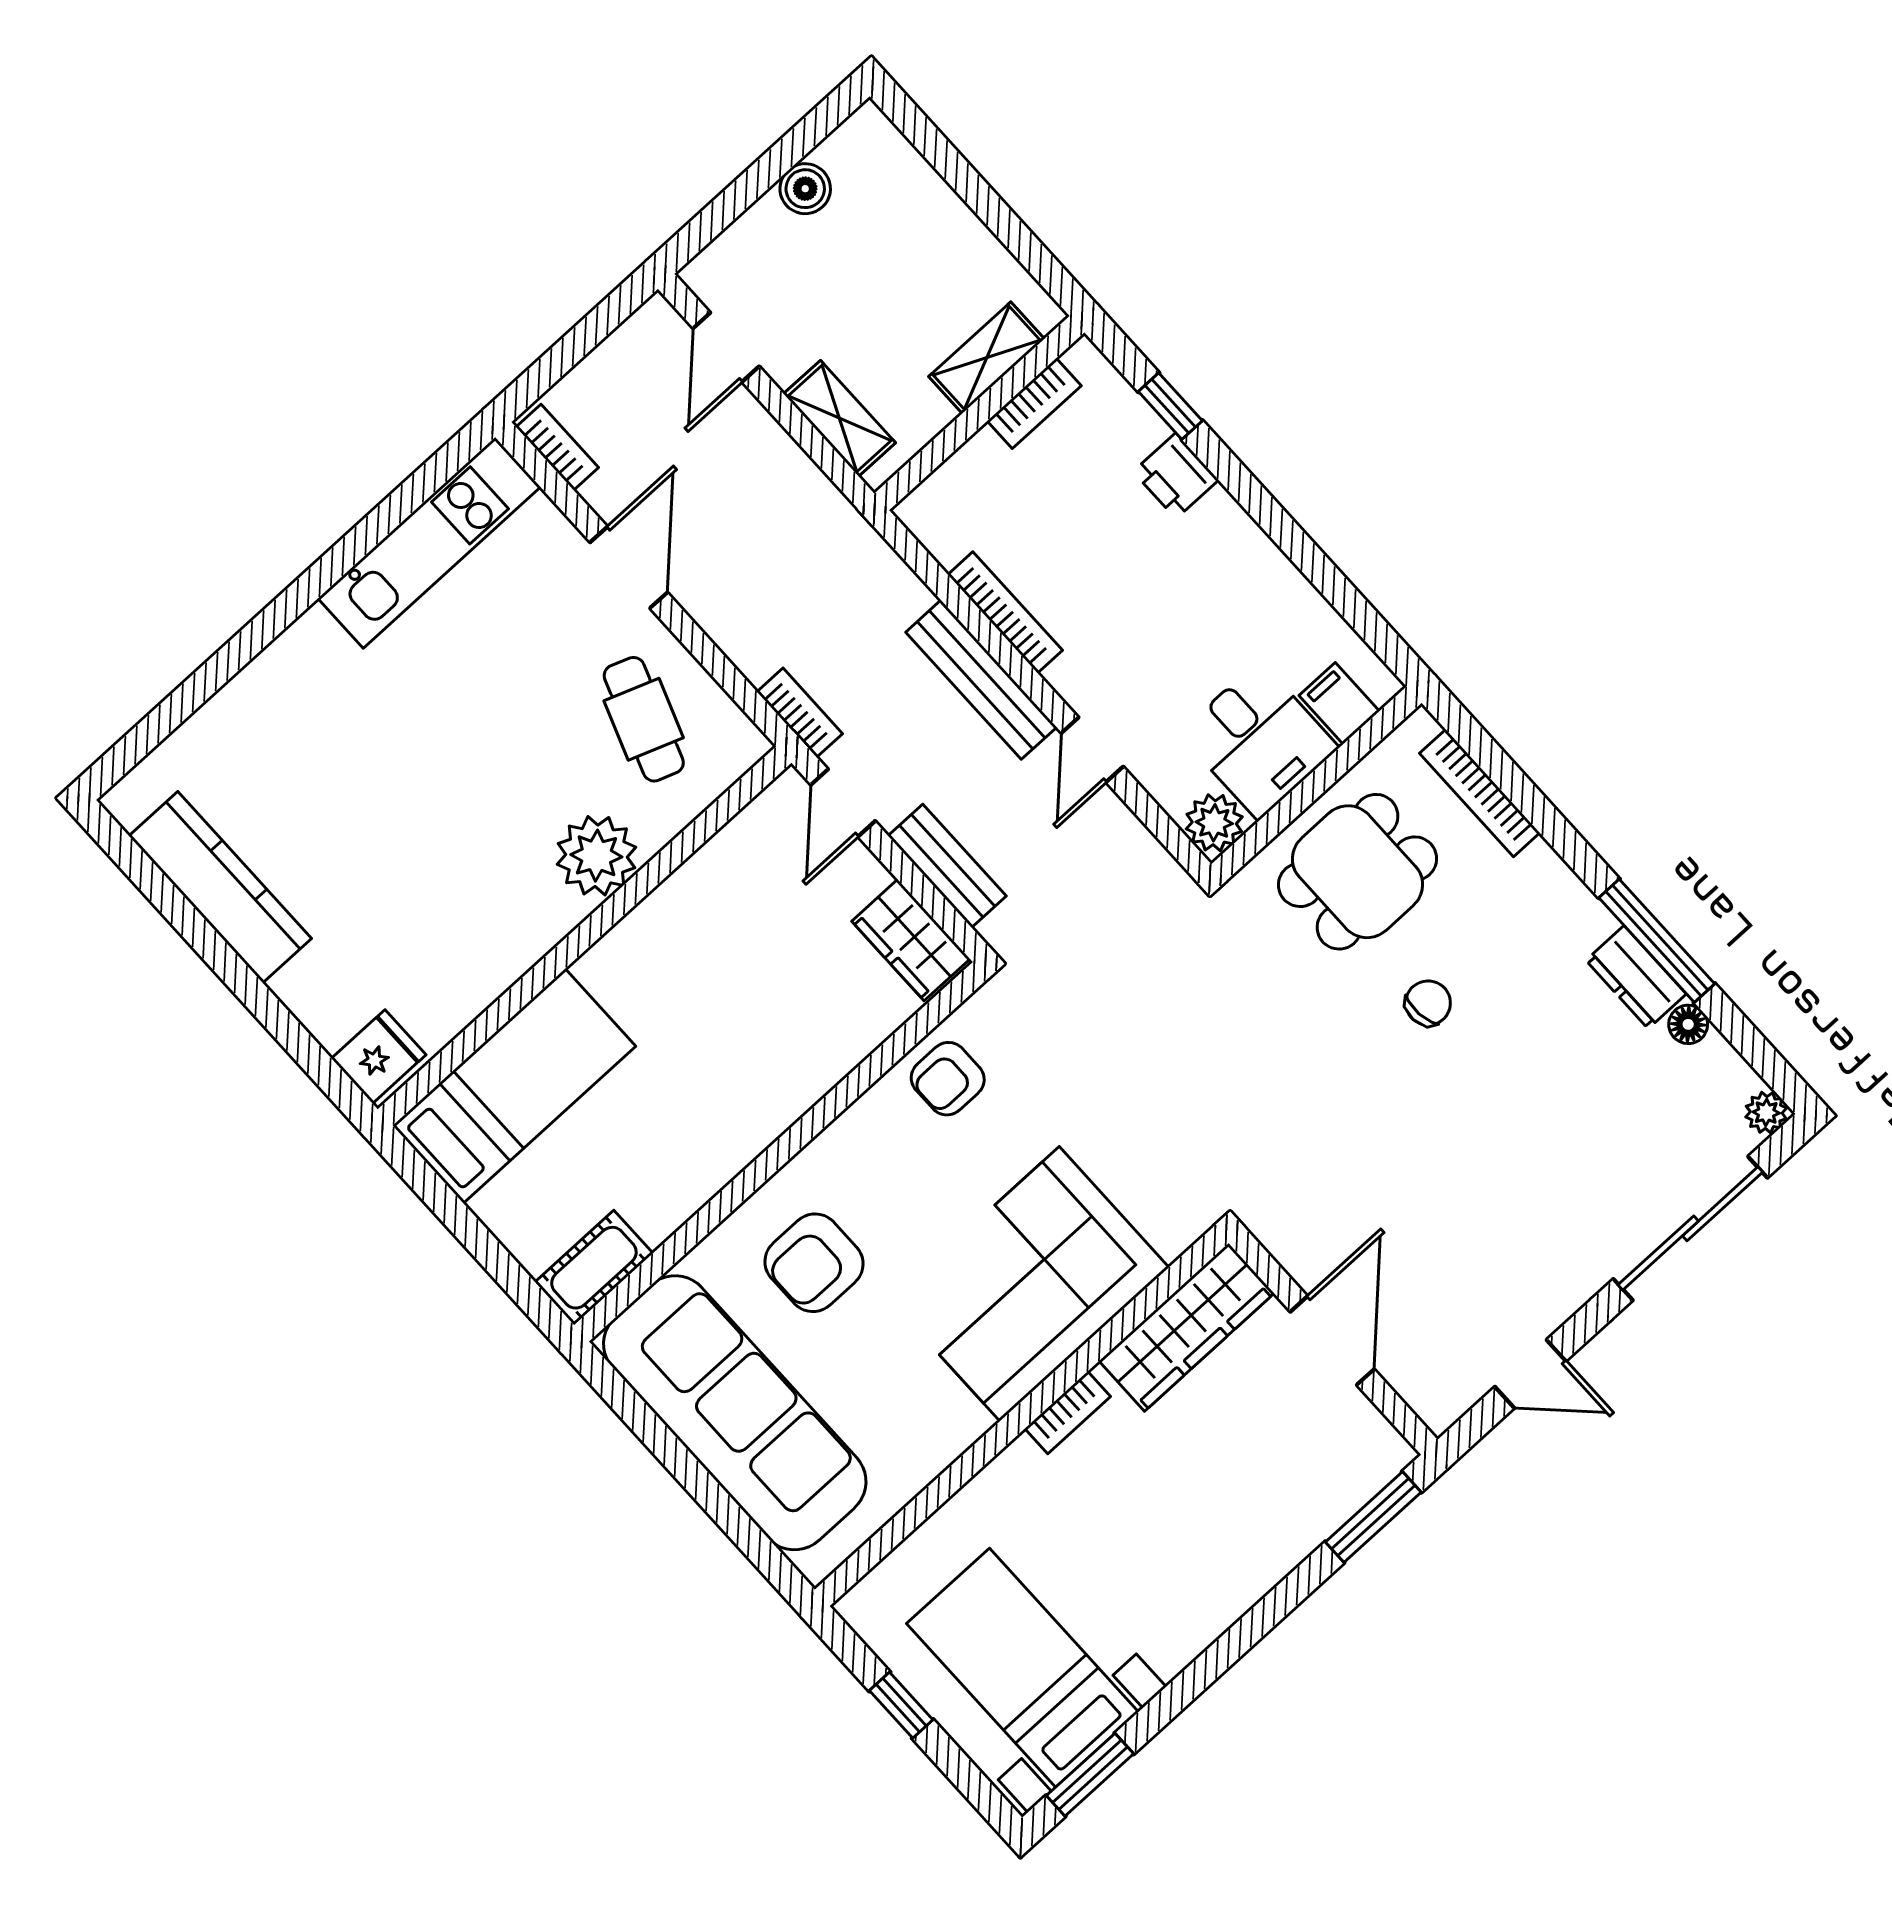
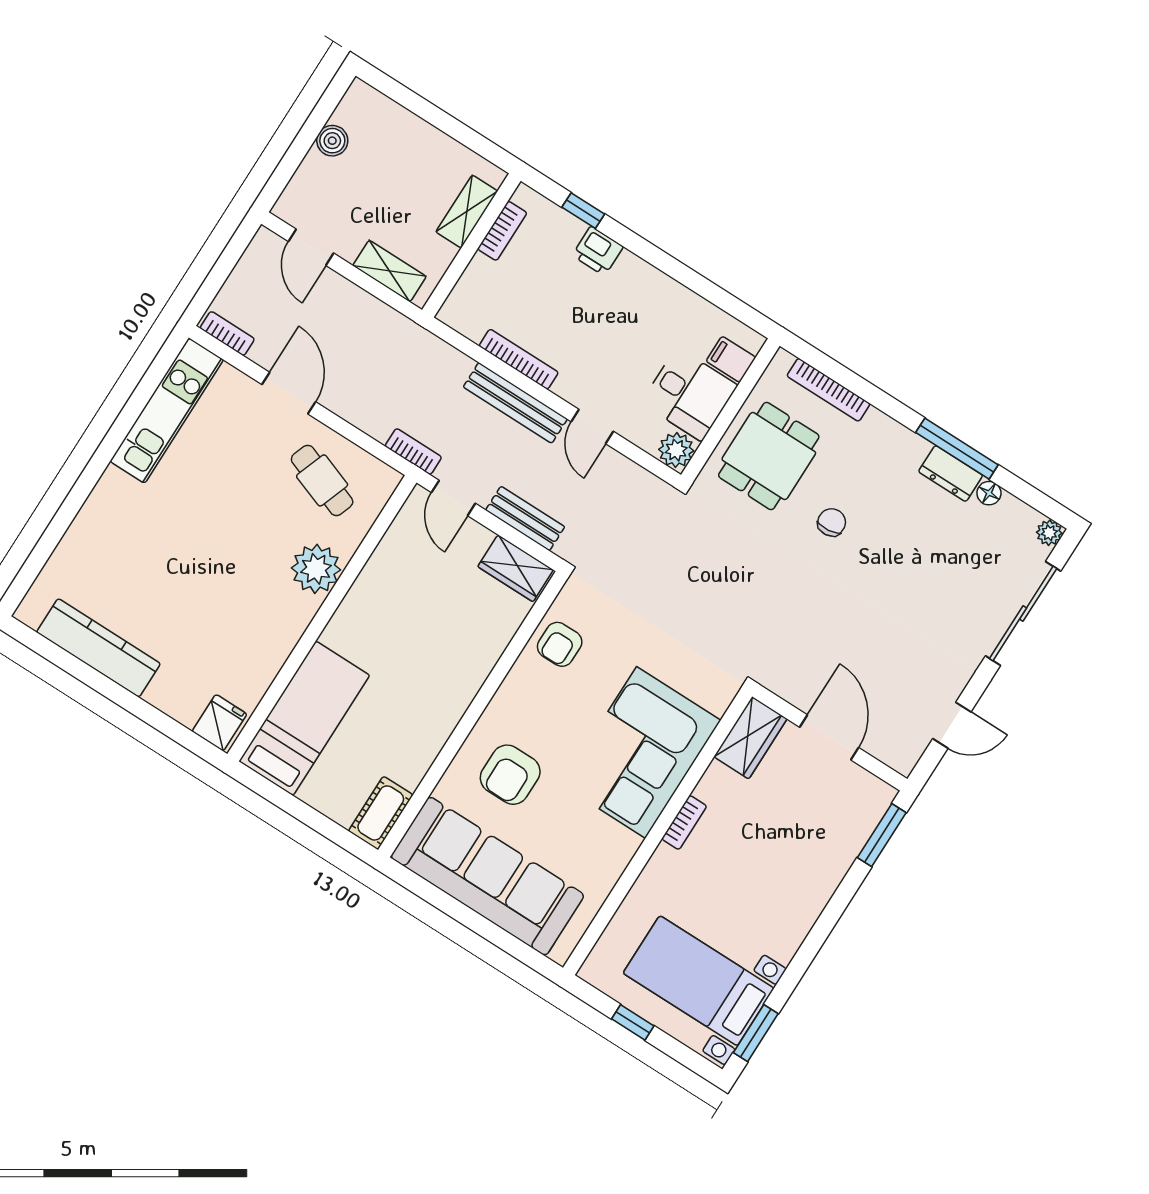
wardrobe: (1187, 1327) -> (750, 738), width x0.67

